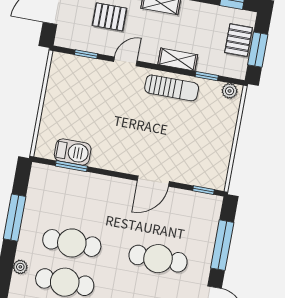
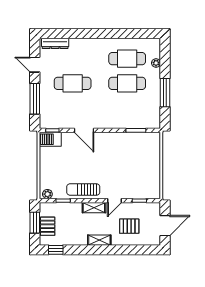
shelving: (178, 60) -> (94, 208), moved
barbecue: (73, 152) -> (50, 139), moved
door: (153, 181) -> (84, 130), swing flipped

